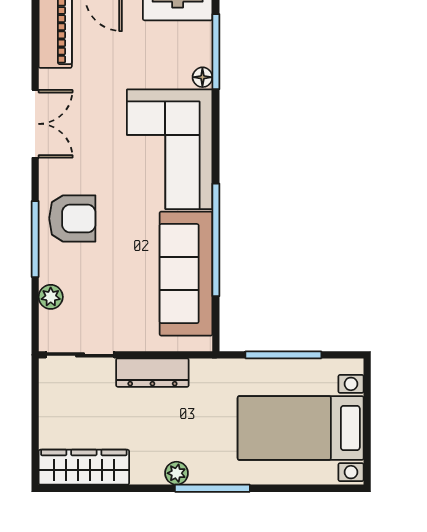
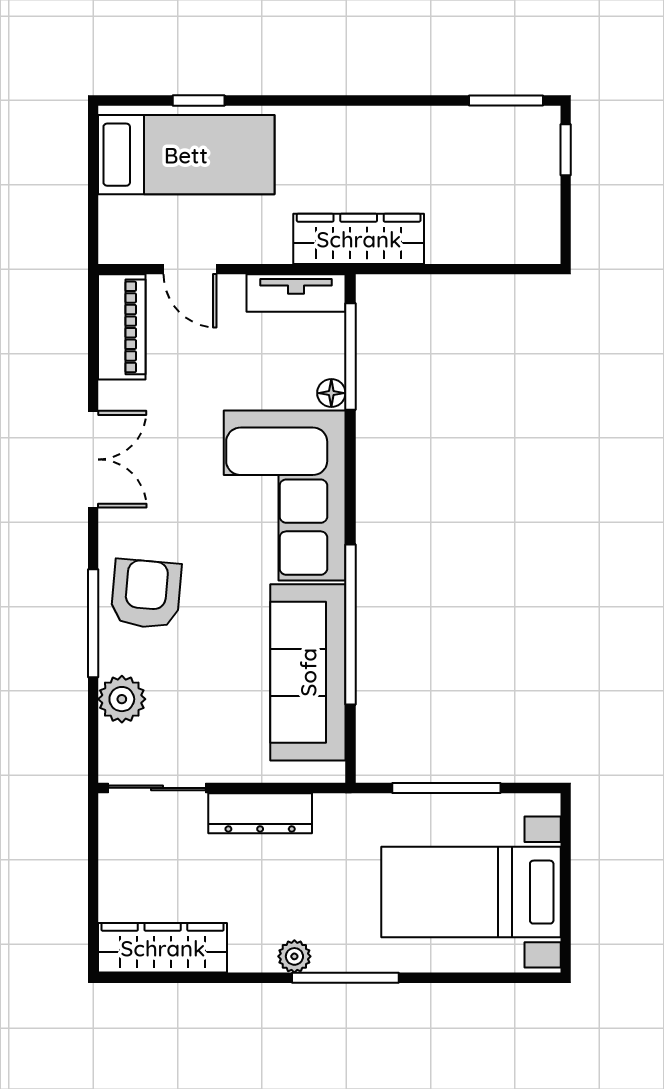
armchair: (72, 218) -> (146, 594), turned -85
plant: (51, 297) -> (122, 699), width x1.38, depth x1.38

